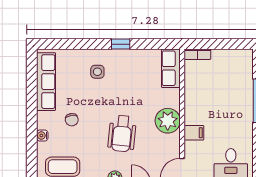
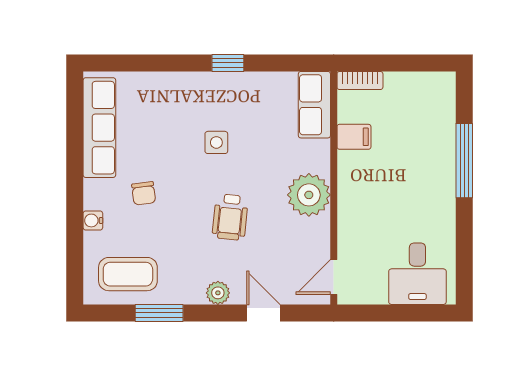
side table: (97, 72) -> (216, 142), moved
filing cabinet: (194, 133) -> (354, 137), moved
wheelchair: (122, 134) -> (230, 217), width x0.73, depth x0.73

